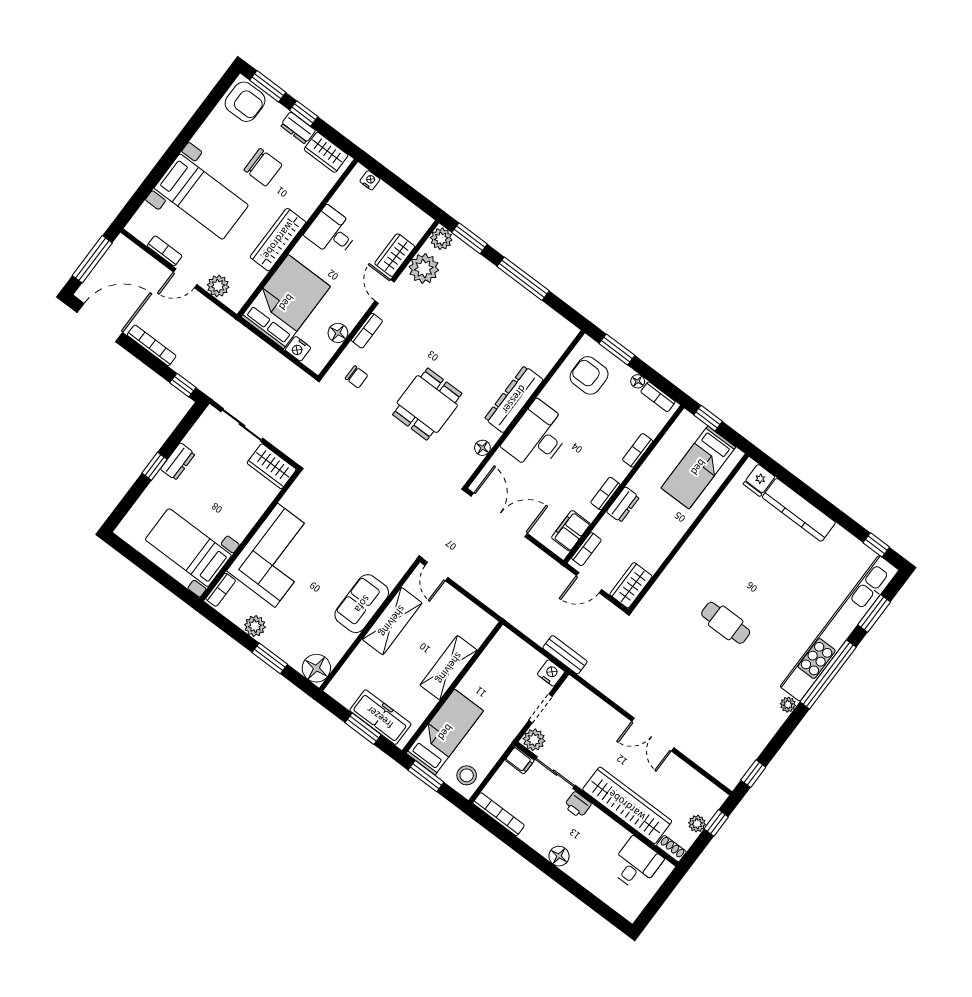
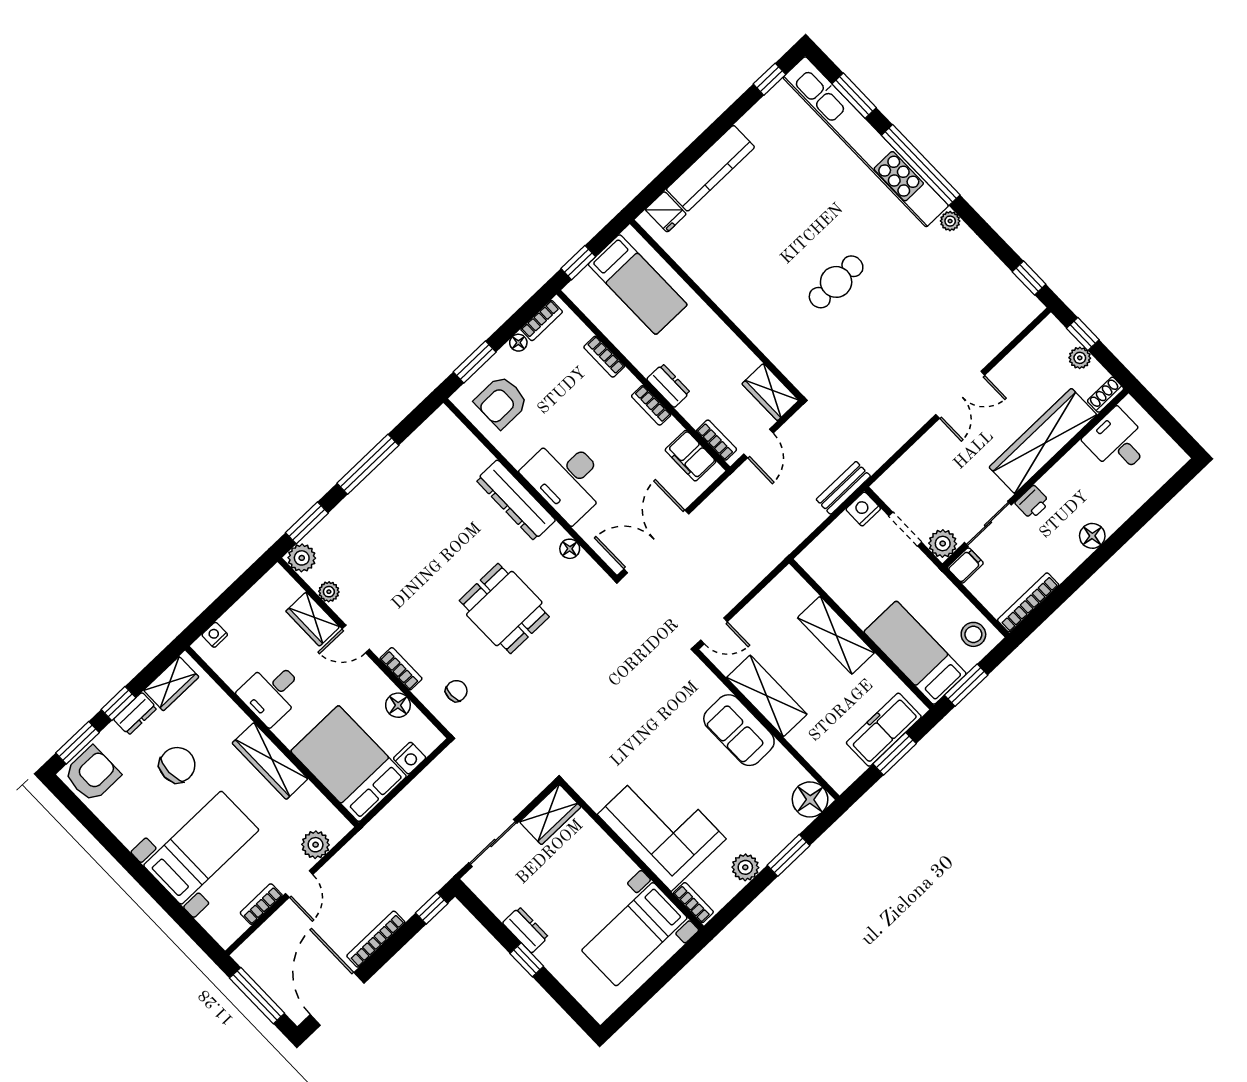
plant: (424, 269) -> (329, 592), width x0.53, depth x0.53

